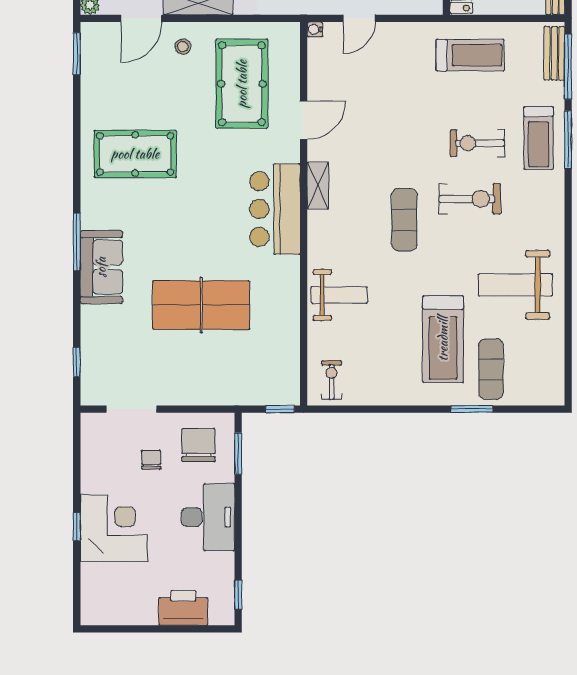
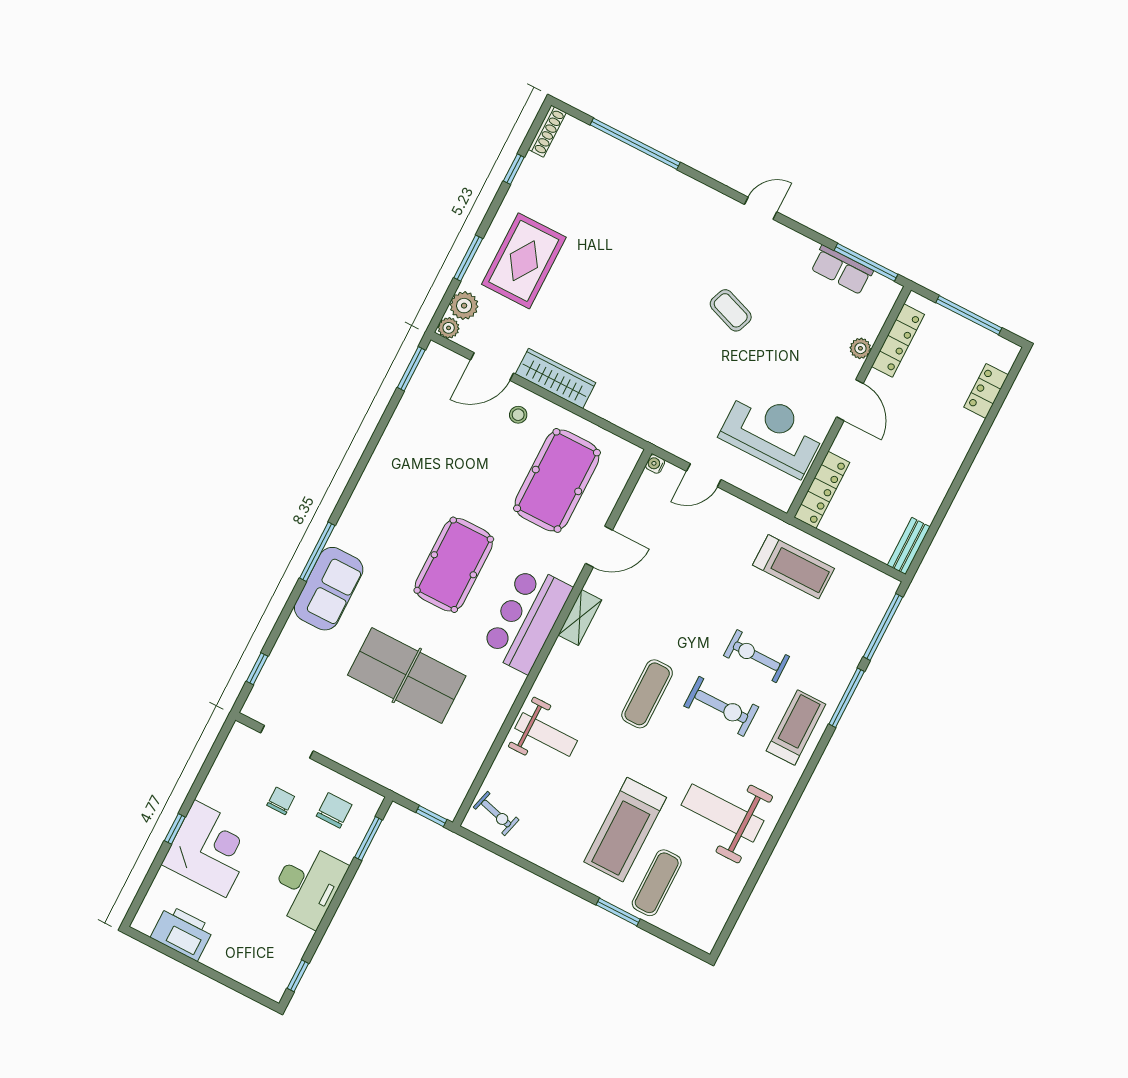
bench: (554, 53) -> (876, 607), removed
treadmill: (539, 138) -> (796, 728), moved, turned 180
pool table: (135, 154) -> (454, 565), moved, turned 90
exercise bike: (332, 380) -> (496, 814), turned 105
chair: (198, 445) -> (334, 810), width x0.73, depth x0.73
printer: (183, 608) -> (182, 933), moved

